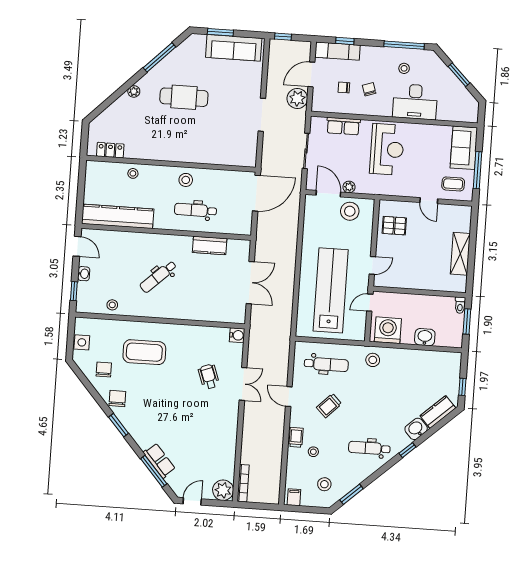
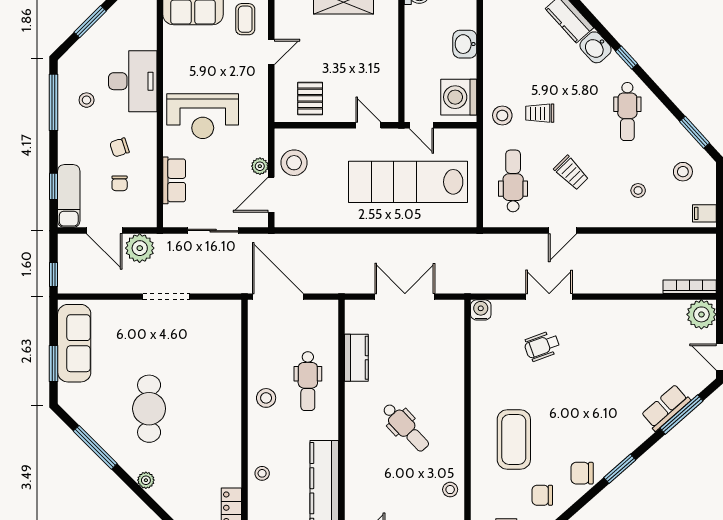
reception desk: (387, 149) -> (203, 116), turned 180
trolley: (296, 437) -> (540, 113), moved

